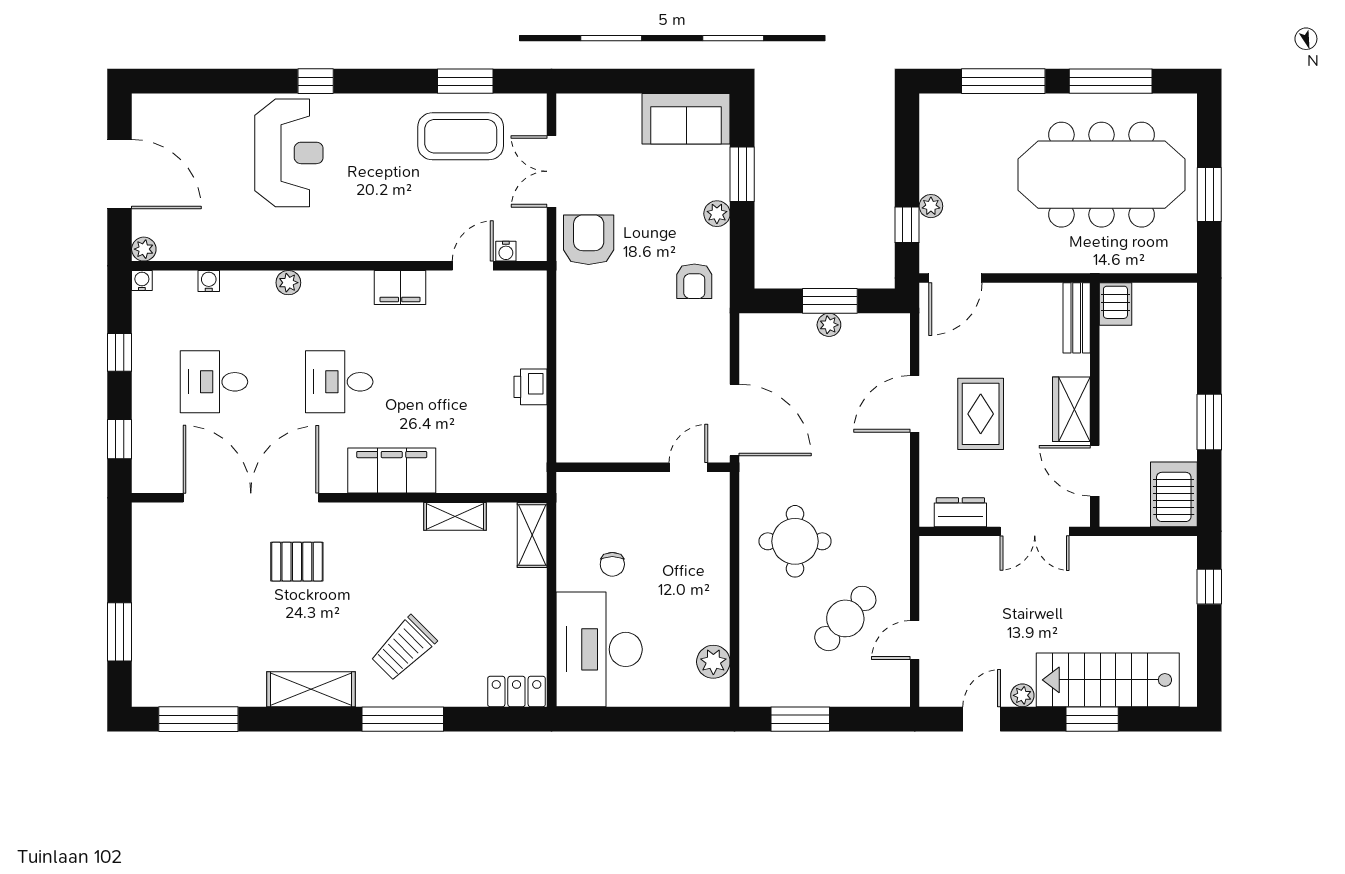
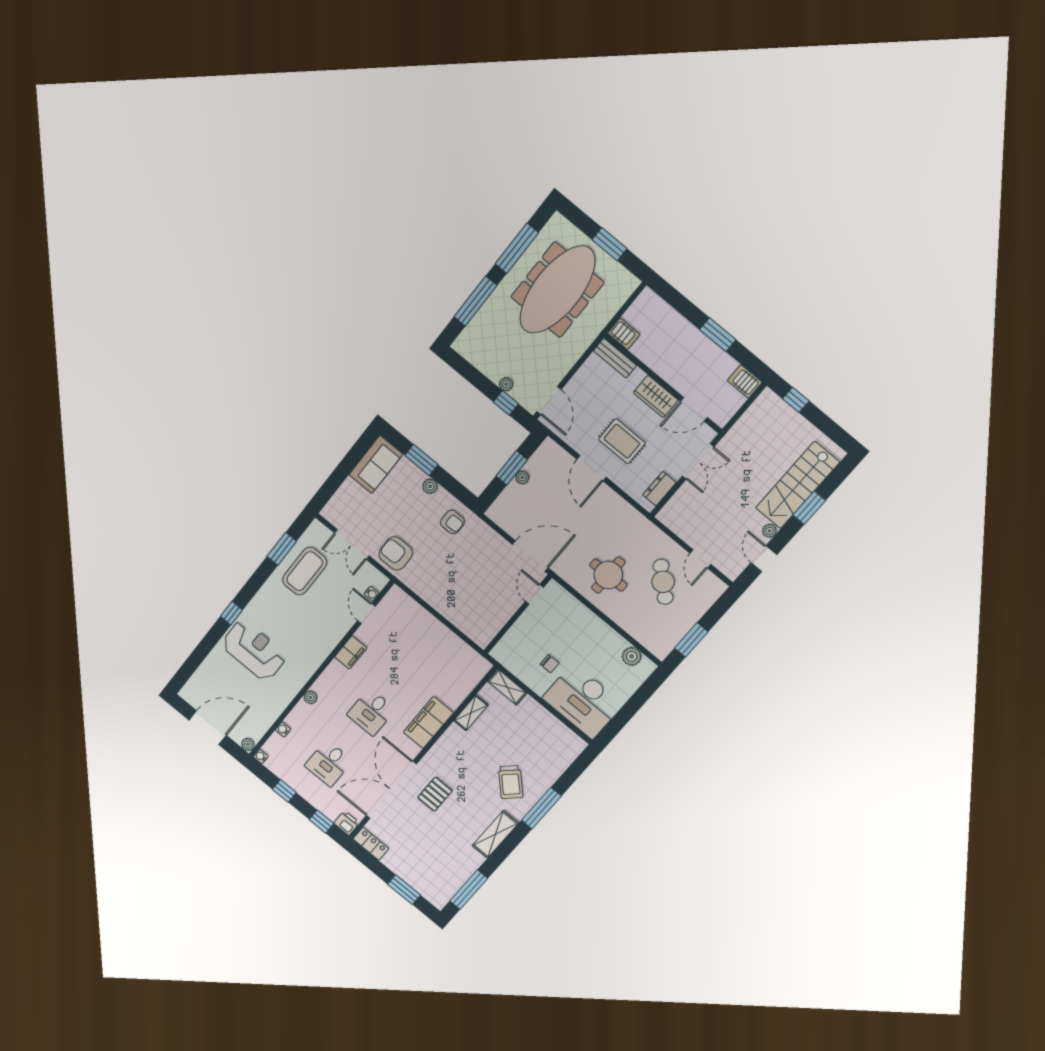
printer: (531, 387) -> (347, 823), moved, turned 180
server rack: (1174, 494) -> (745, 381), width x0.73, depth x0.70
locker: (516, 692) -> (371, 844), moved, turned 90

